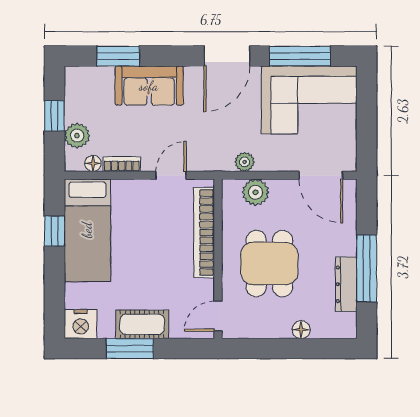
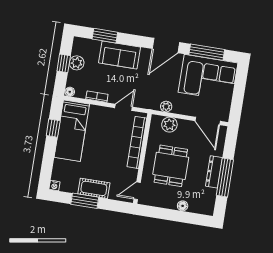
plant: (77, 136) -> (77, 63), moved
floor lamp: (93, 163) -> (70, 92), moved
dresser: (346, 284) -> (214, 172), moved
nightstand: (81, 324) -> (54, 186), width x0.53, depth x0.56

